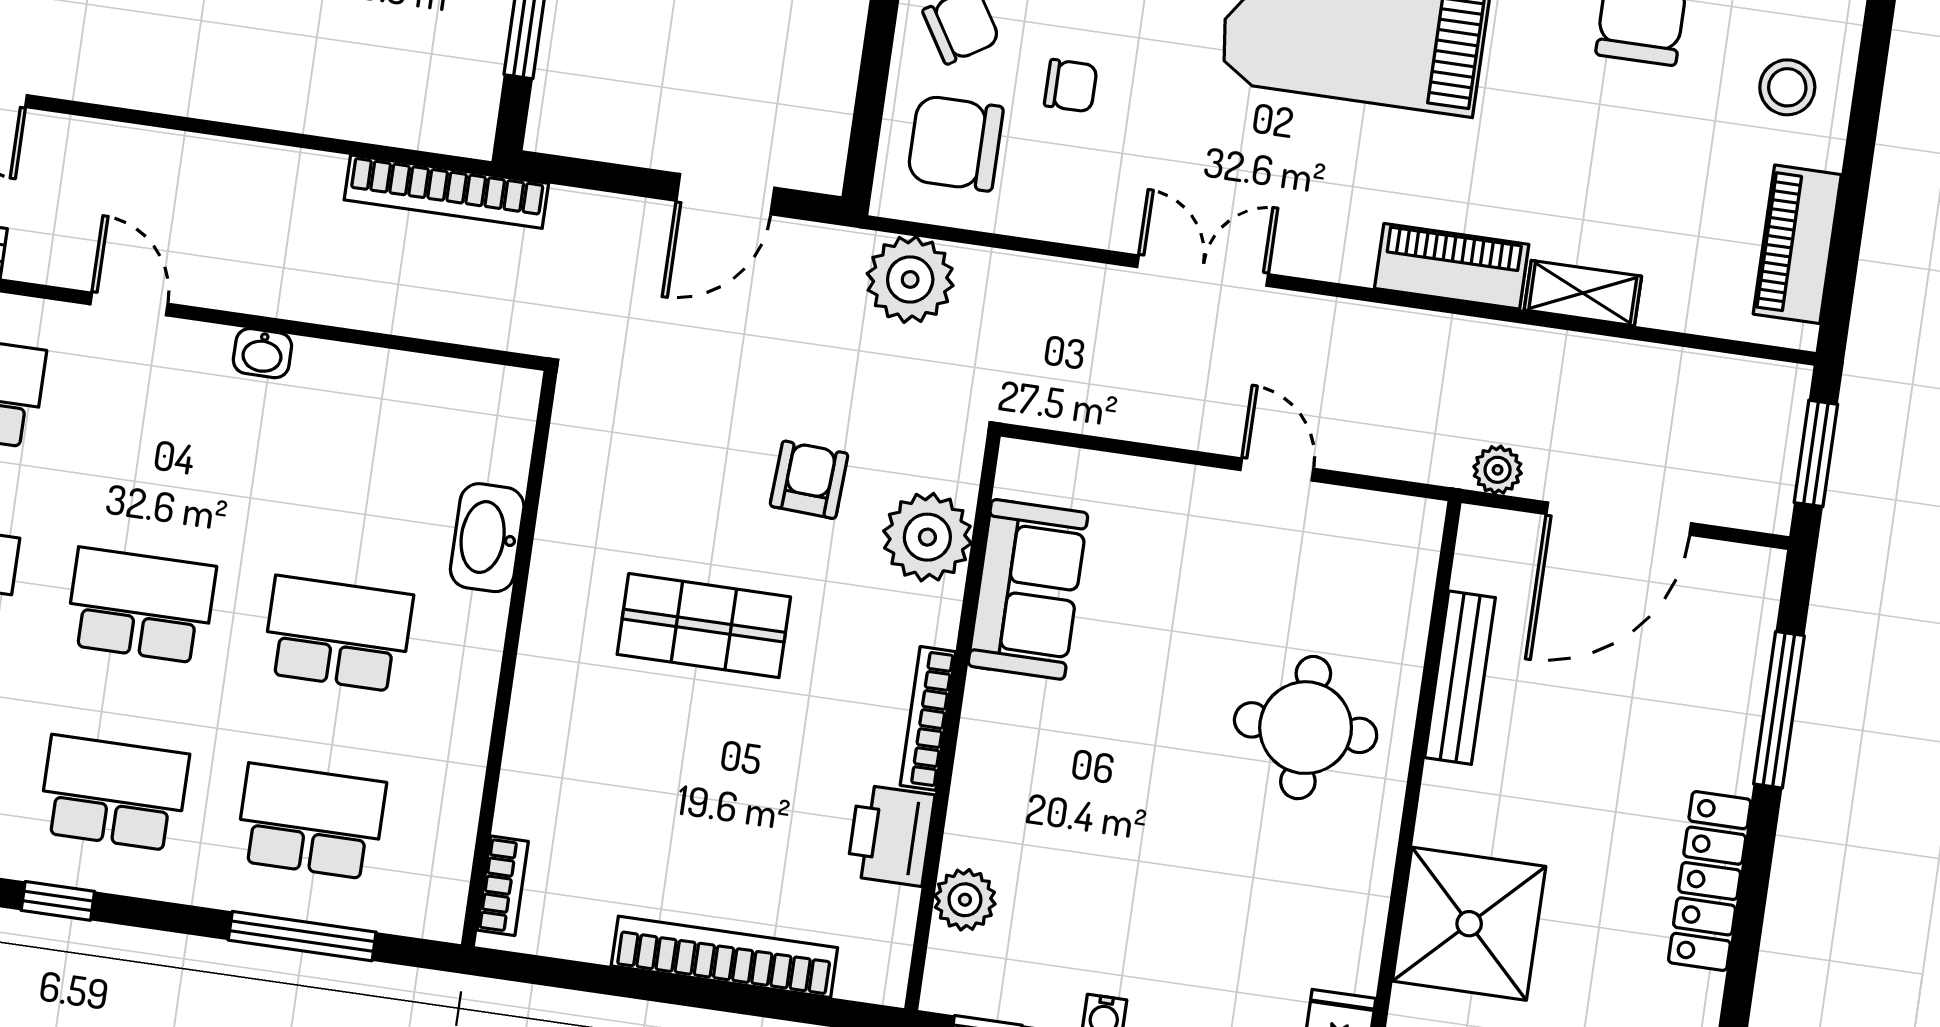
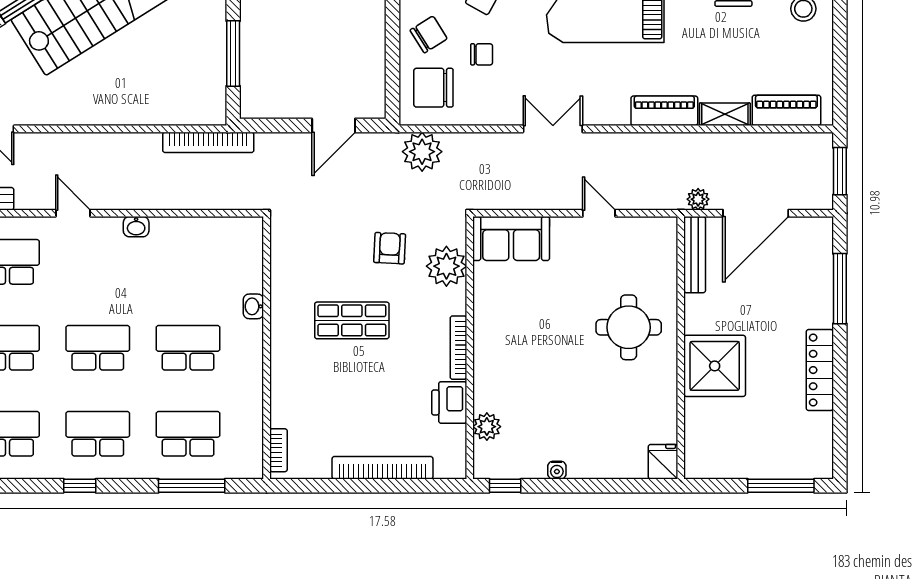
piano: (1797, 244) -> (786, 110), moved, turned 90
washbasin: (487, 538) -> (253, 306), width x0.52, depth x0.69
sofa: (1028, 589) -> (511, 239), moved, turned 90
bench: (1460, 678) -> (695, 255), moved
shower: (1469, 924) -> (715, 366), moved

